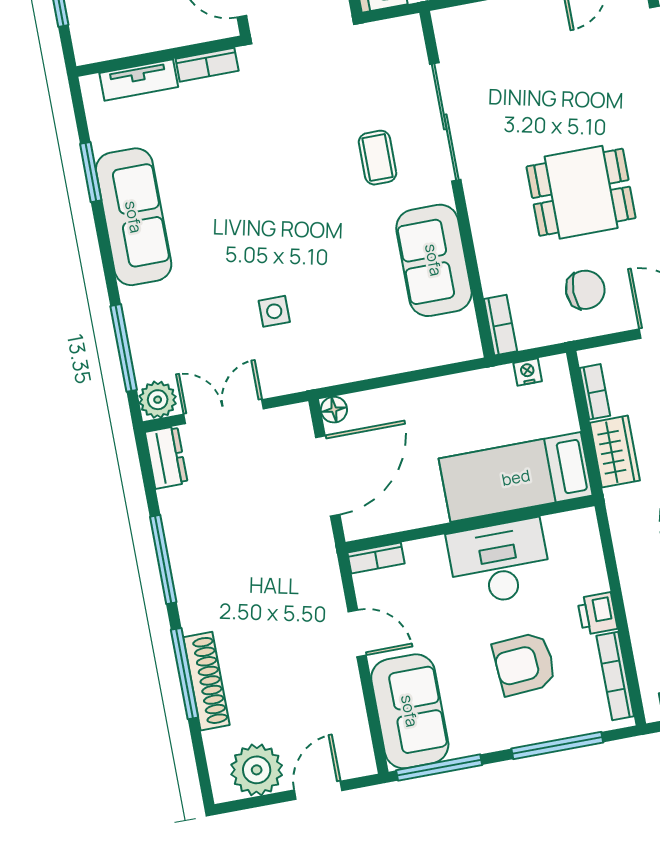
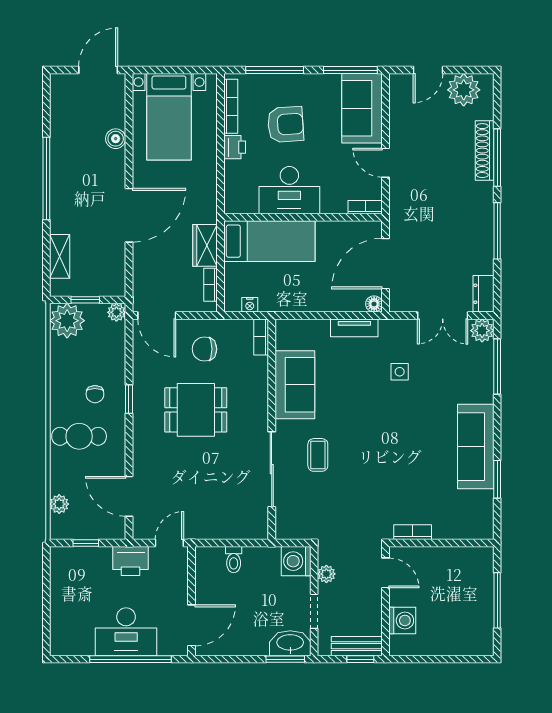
tv unit: (139, 80) -> (354, 328), moved, turned 180

